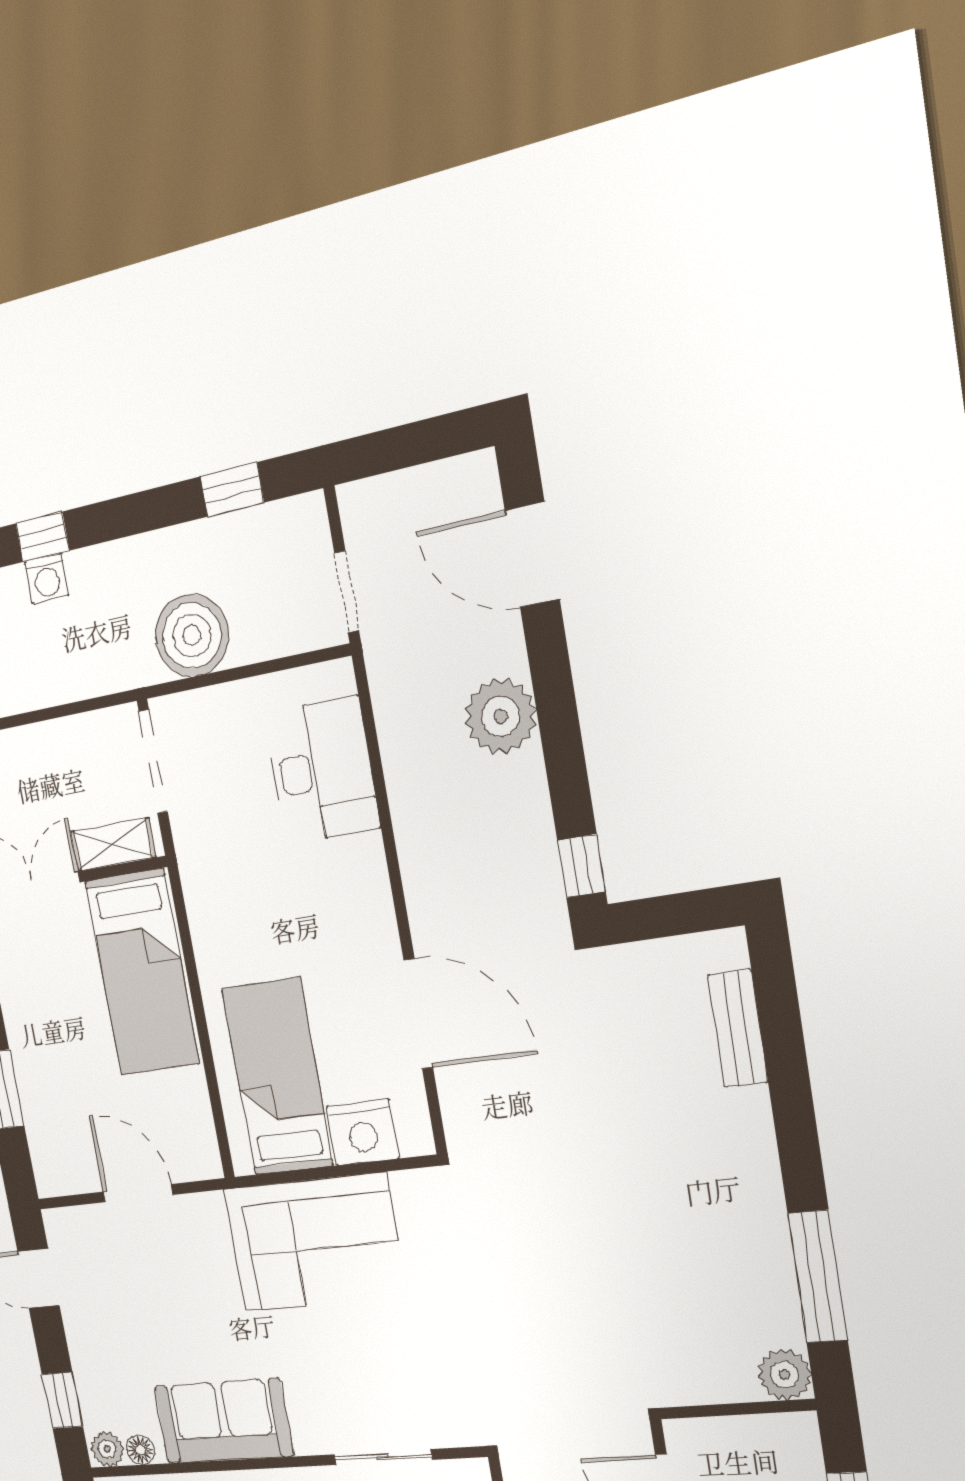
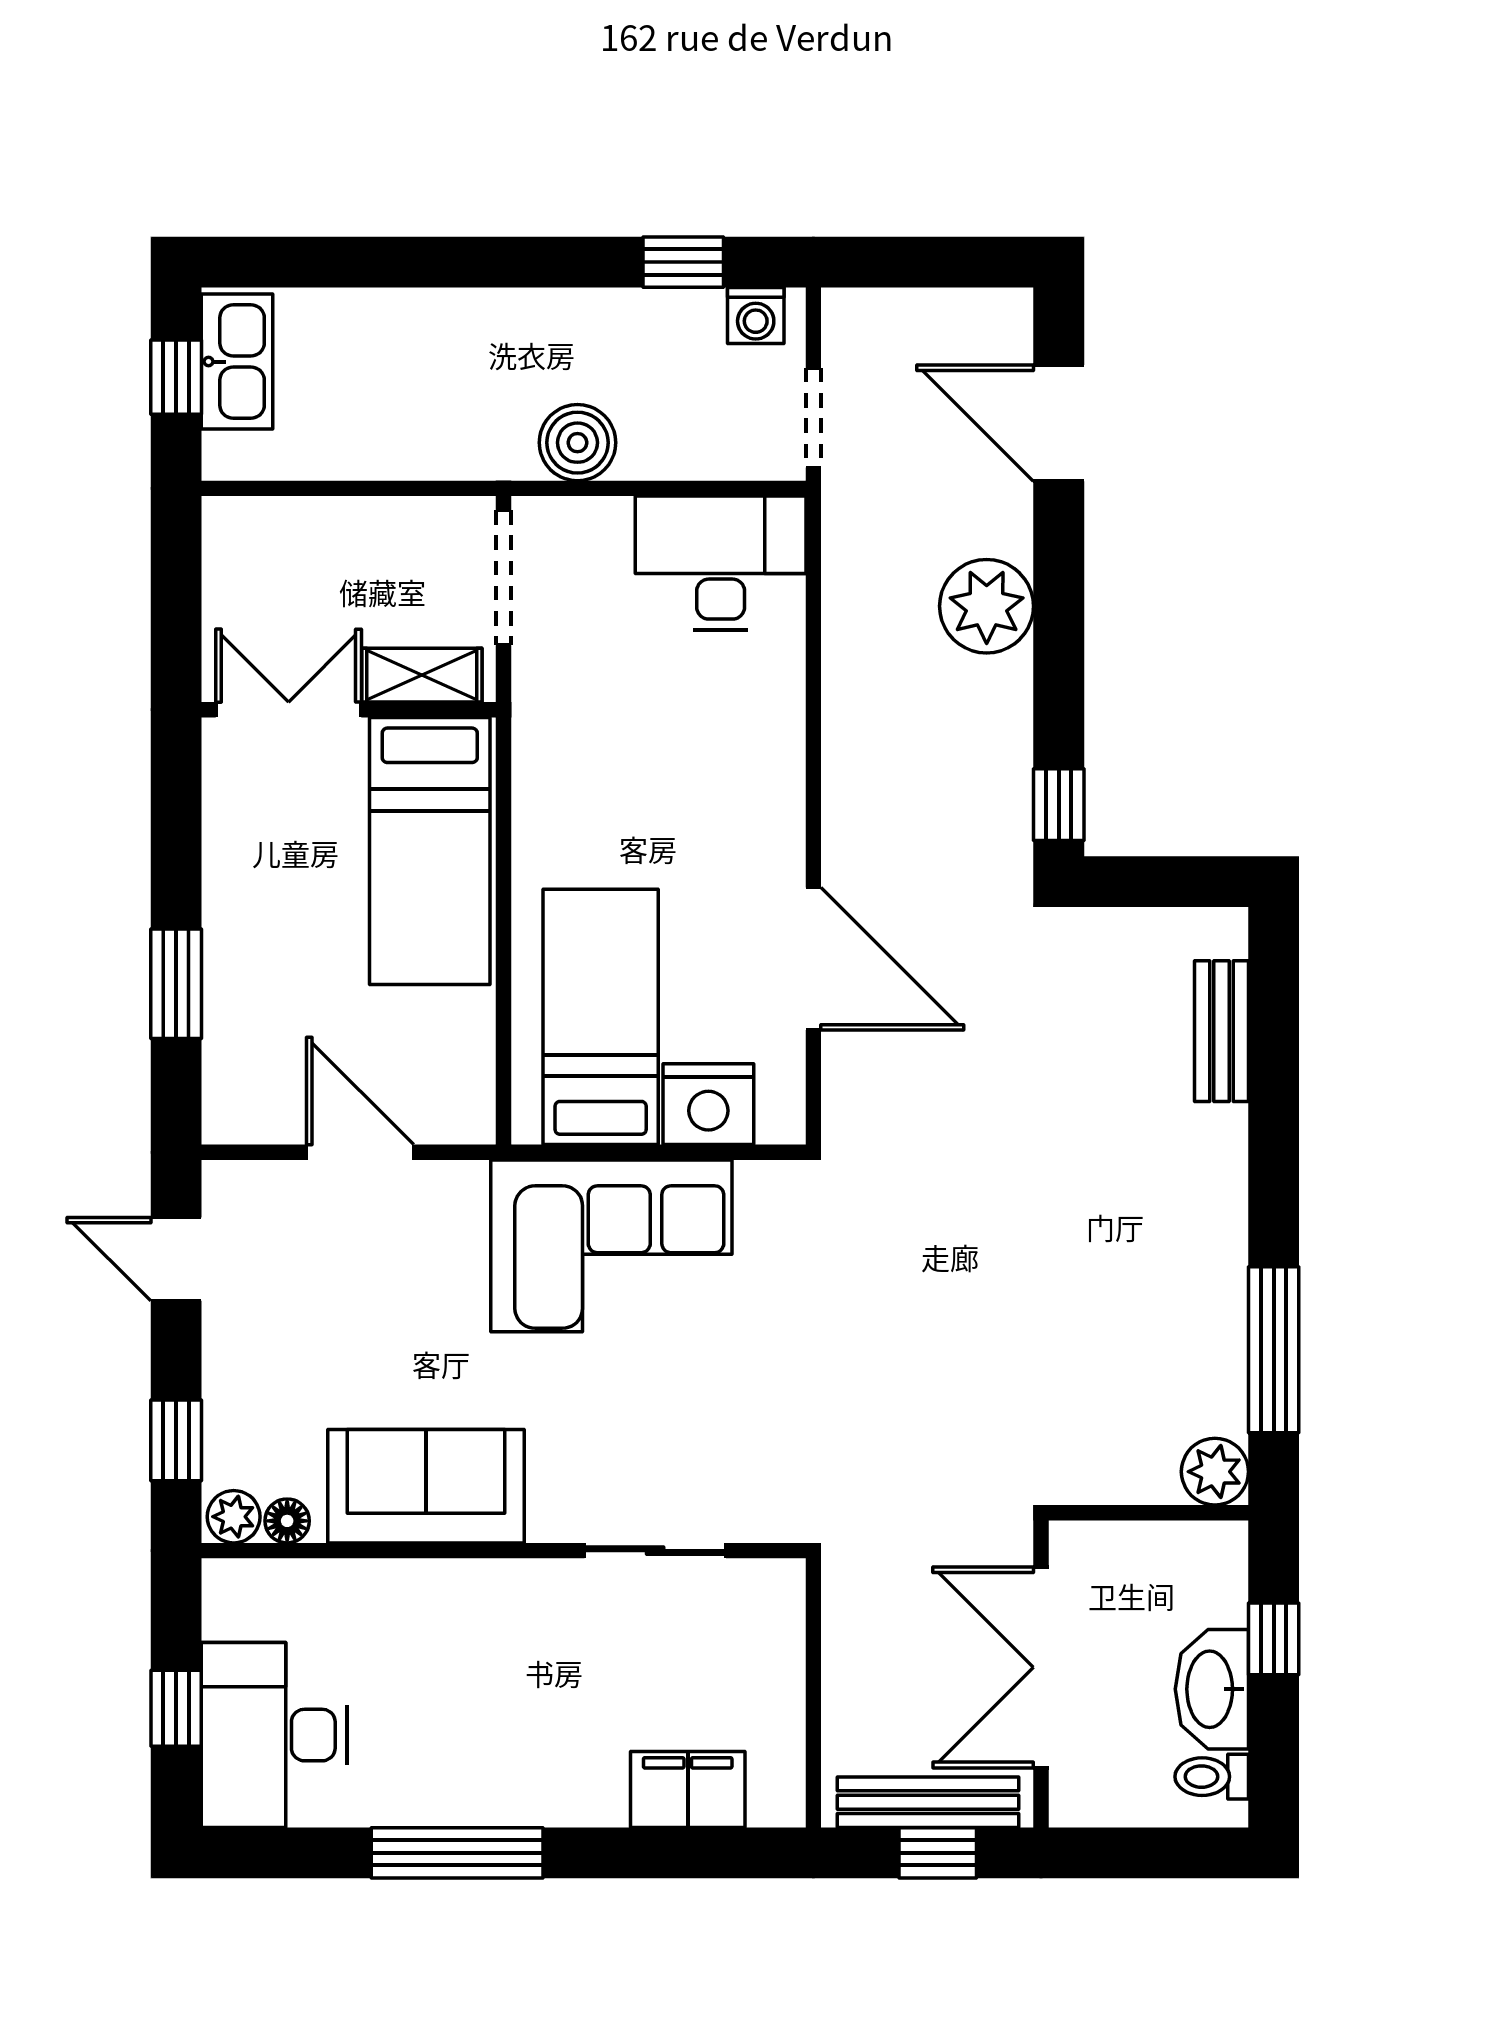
window: (43, 537) -> (403, 262), removed
washing machine: (47, 579) -> (756, 316), moved
boiler: (192, 635) -> (577, 443), width x0.73, depth x0.73
desk: (322, 770) -> (721, 563), moved, turned -90

